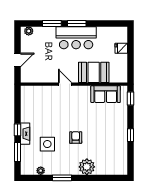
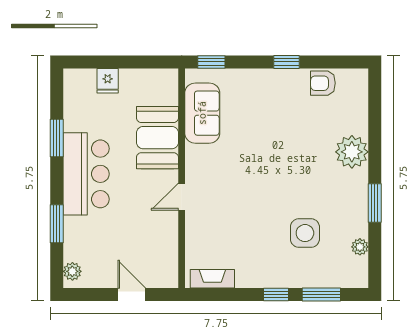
window: (77, 24) -> (57, 138), moved
fireplace: (25, 134) -> (212, 279), moved
armchair: (76, 138) -> (323, 83), moved

